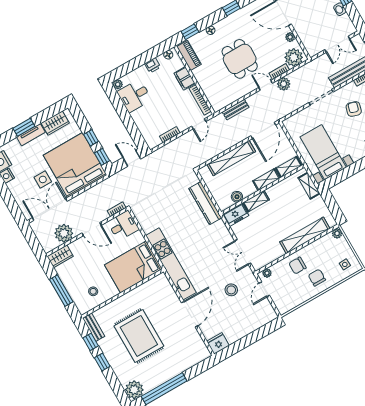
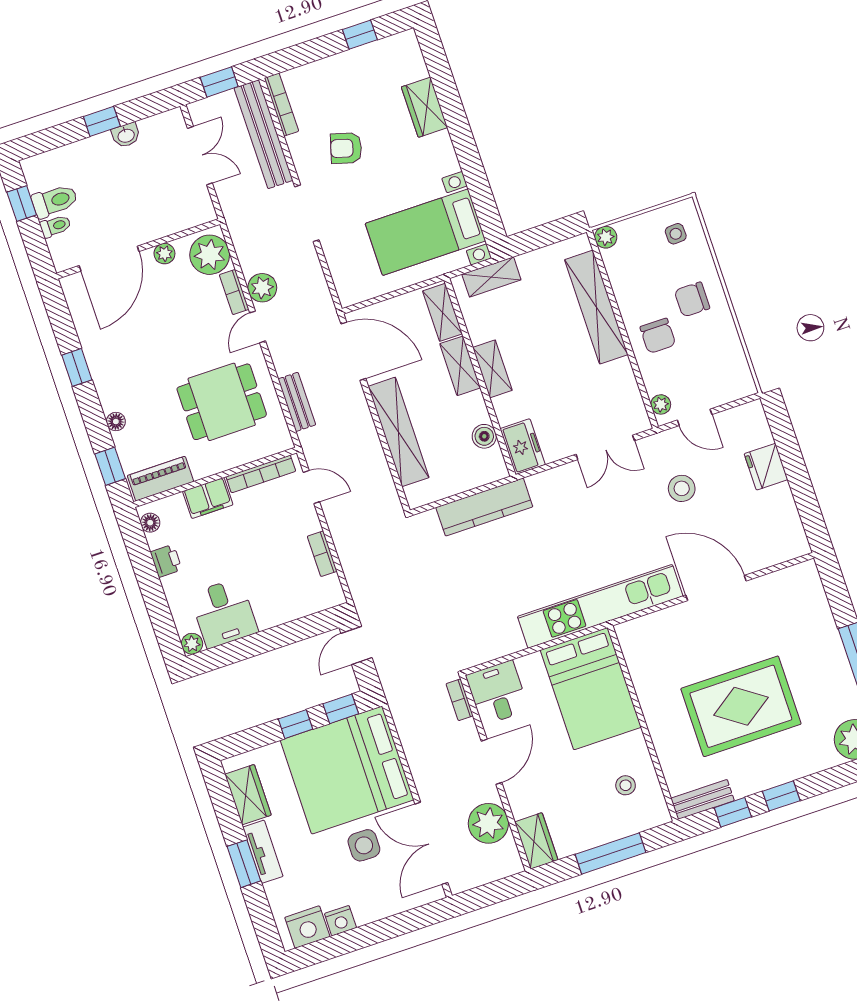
dining table: (240, 59) -> (222, 402), moved
shelving: (256, 201) -> (492, 369), moved
fridge: (218, 343) -> (766, 467), moved

